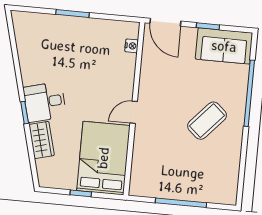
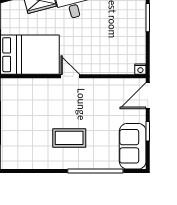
nightstand: (132, 46) -> (140, 69), moved
coffee table: (207, 121) -> (69, 138), turned -42

